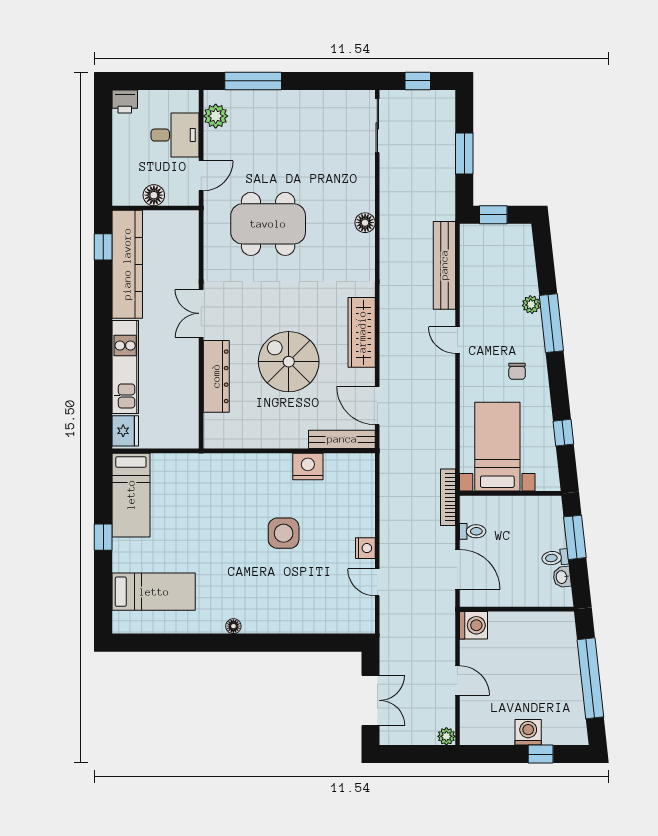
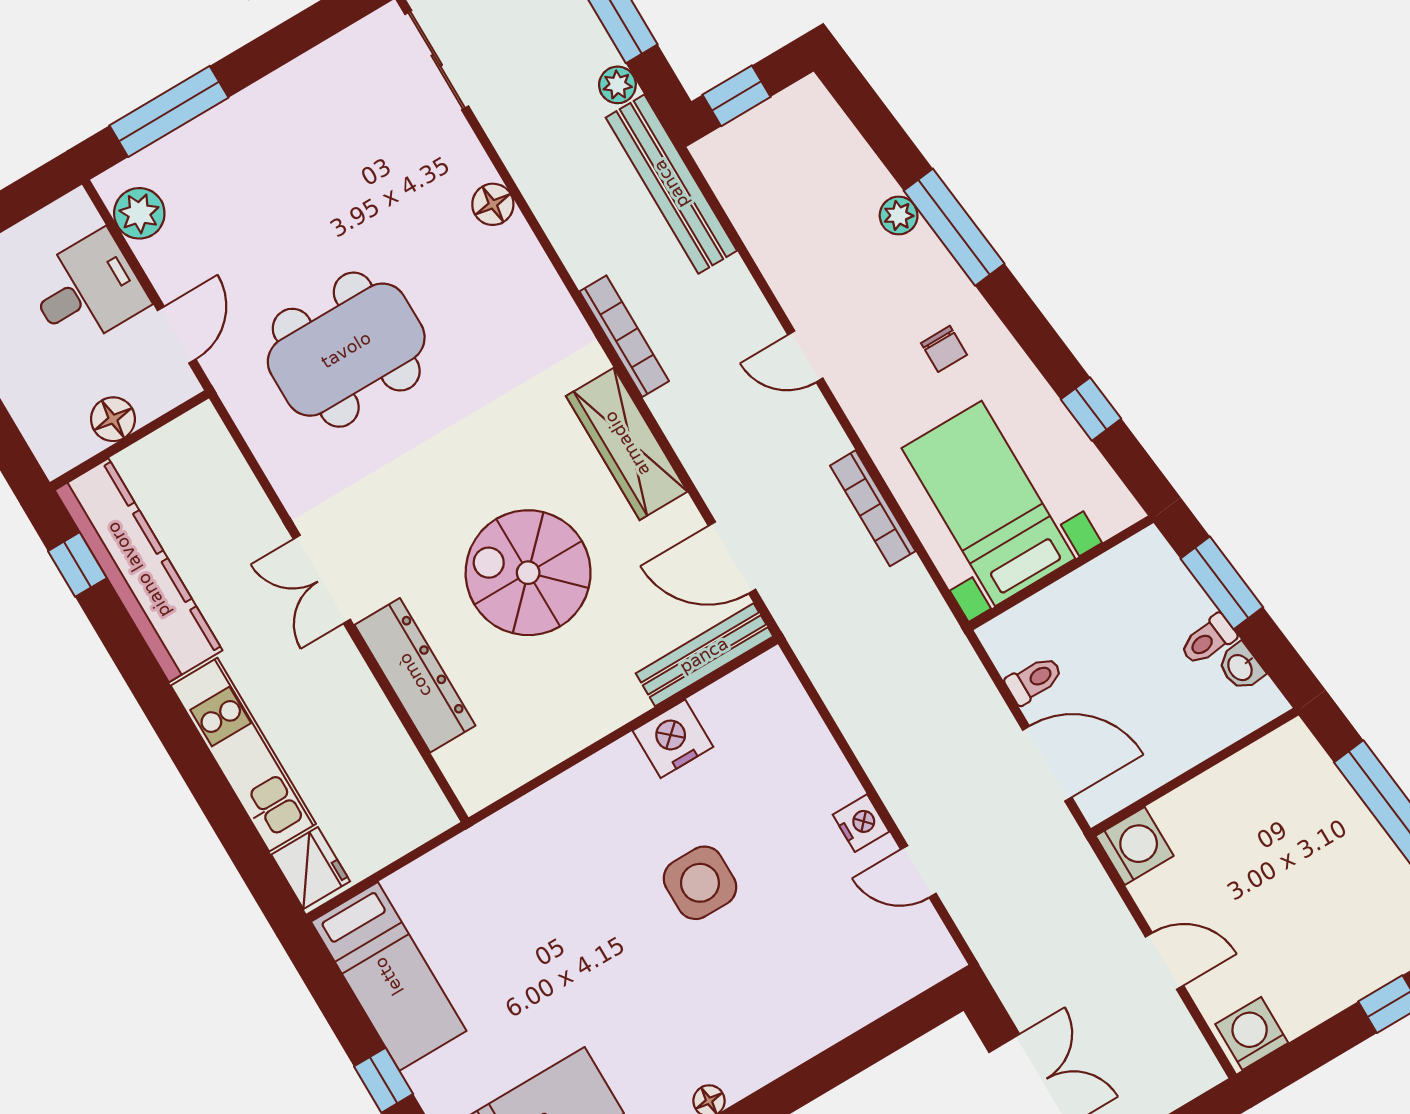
floor lamp: (365, 223) -> (493, 204), moved
bench: (444, 265) -> (671, 184), moved
bookcase: (387, 287) -> (624, 336), added
bookcase: (448, 497) -> (873, 508), moved
washing machine: (528, 732) -> (1252, 1033), moved
plant: (446, 736) -> (617, 85), moved

